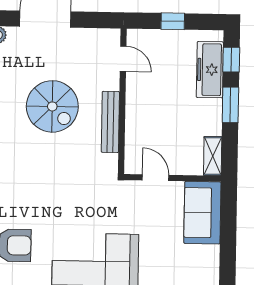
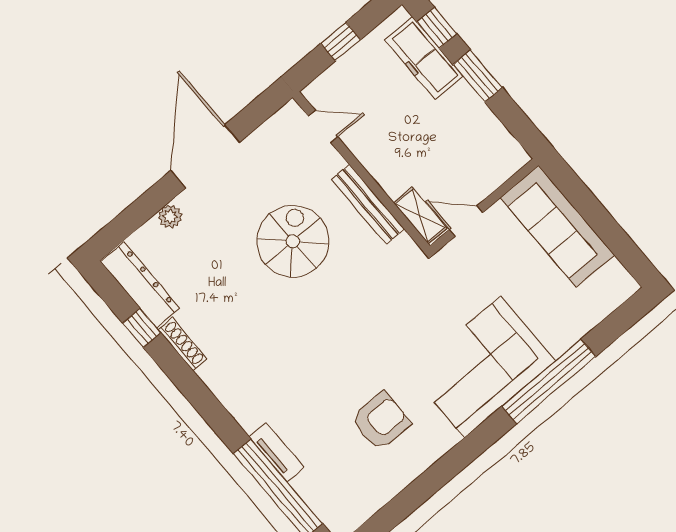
spiral stairs: (52, 106) -> (293, 241), turned -90
shelving: (213, 156) -> (420, 216), moved
sofa: (202, 213) -> (558, 226), width x1.36

